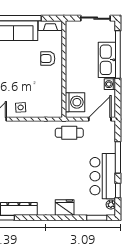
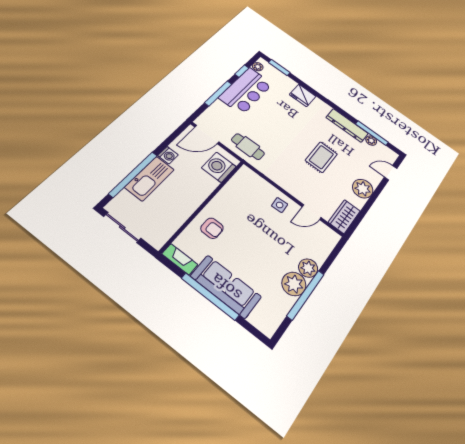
rug: (19, 166) -> (321, 157), added

